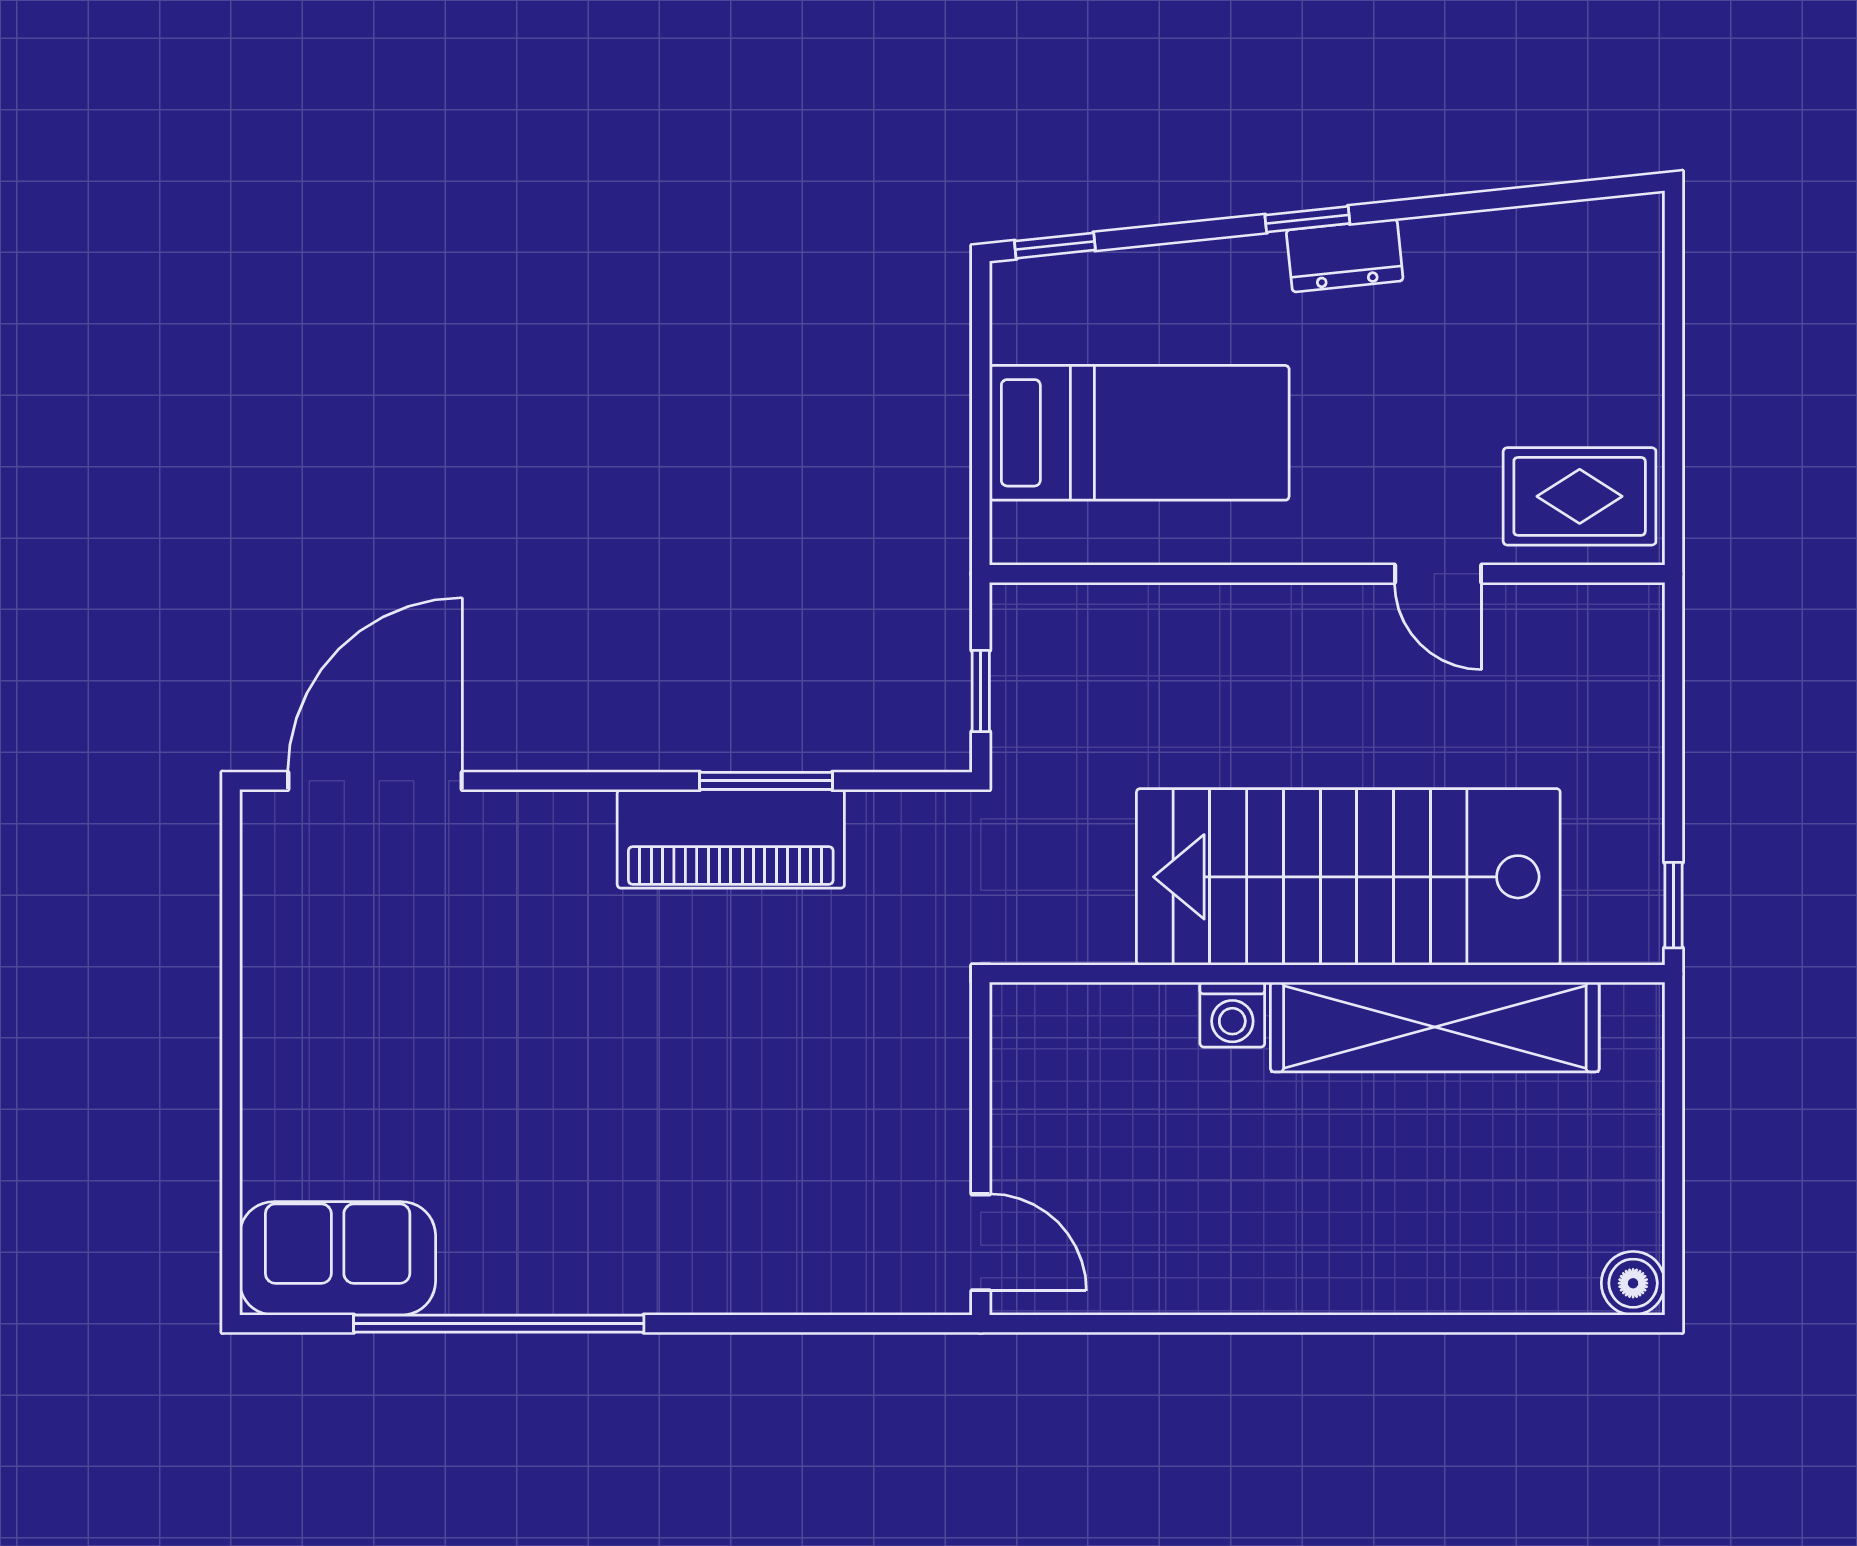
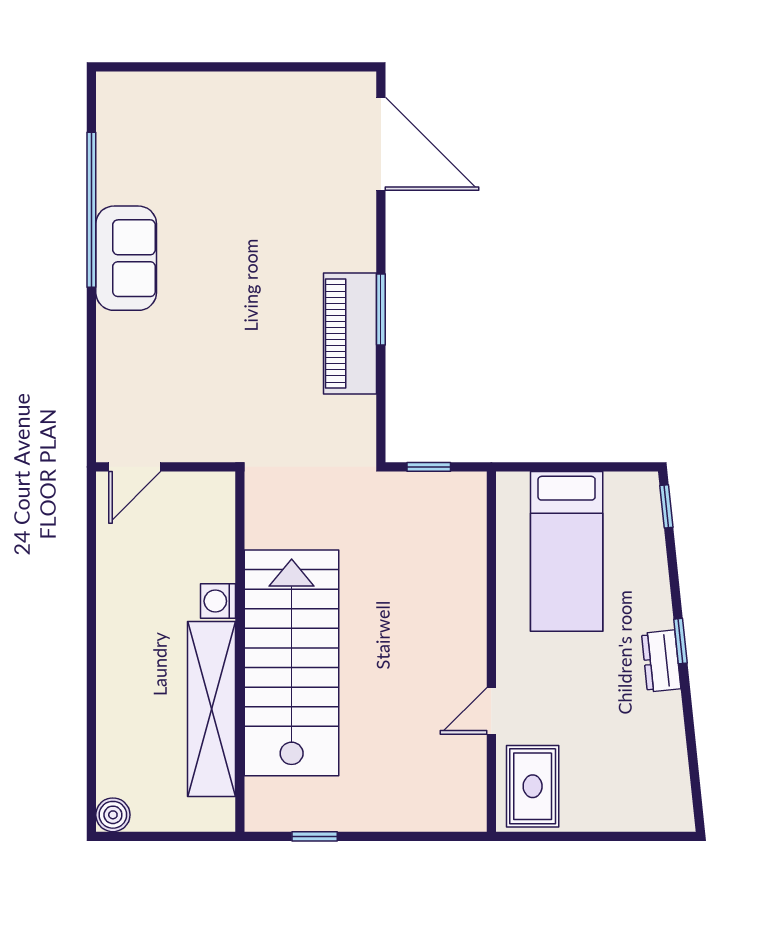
window: (766, 781) -> (381, 310), moved
stairs: (1348, 877) -> (292, 663), moved
wall: (1327, 974) -> (240, 652), moved
washing machine: (1232, 1015) -> (218, 601), moved
shelving: (1435, 1027) -> (211, 709), moved
sofa: (338, 1258) -> (126, 258), moved

